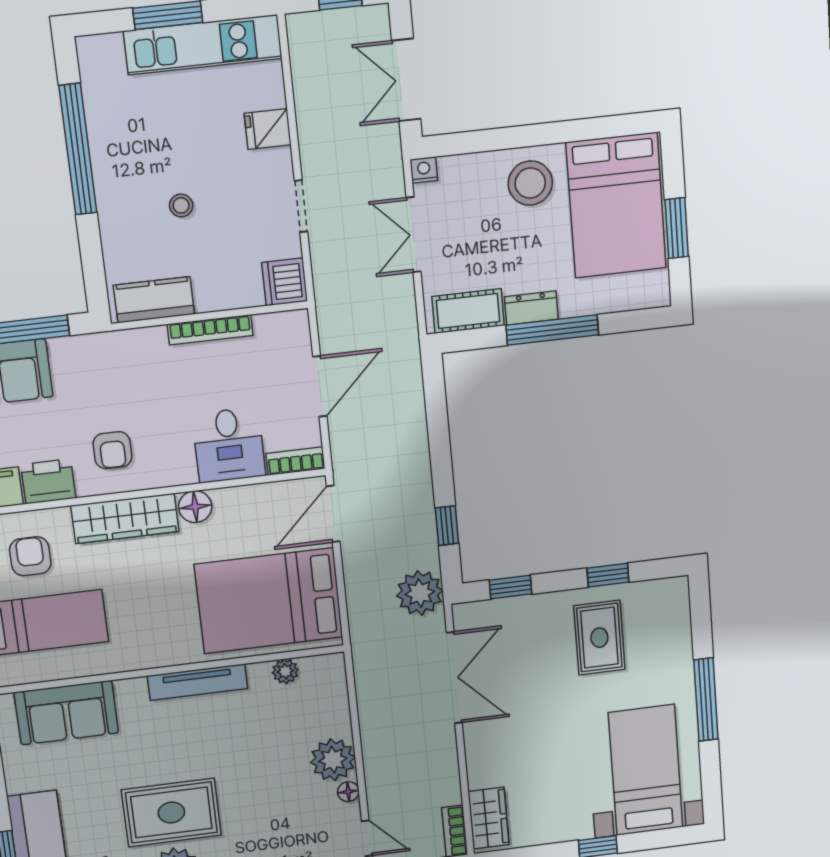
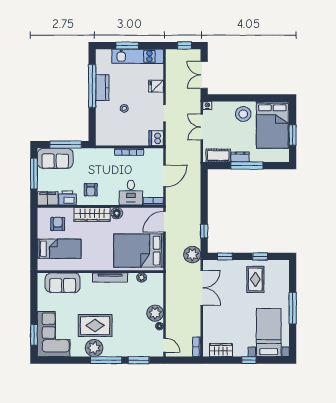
kitchen counter: (154, 300) -> (102, 88), moved, turned 90
wardrobe: (489, 818) -> (221, 350), moved, turned -90

